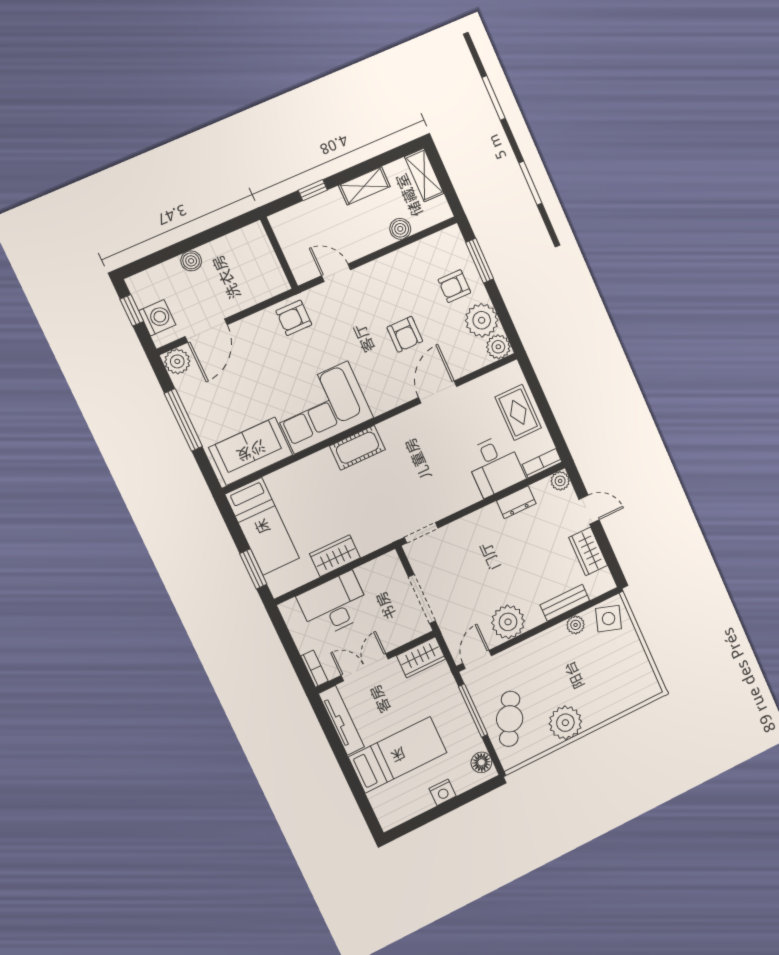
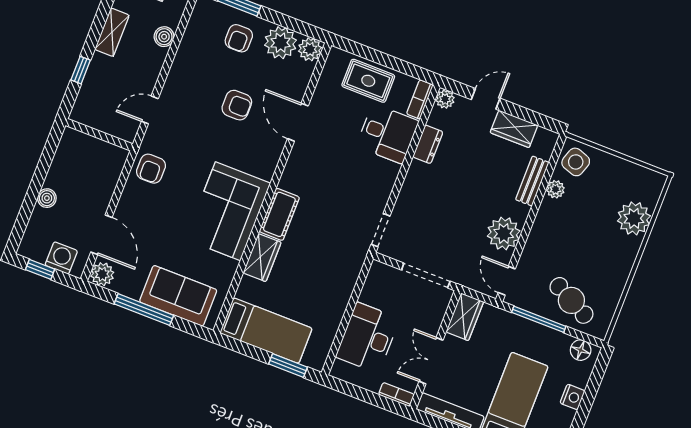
sofa: (251, 451) -> (178, 296), moved, turned 90
wardrobe: (335, 556) -> (262, 258), moved, turned 180
plant: (565, 723) -> (634, 218), moved

